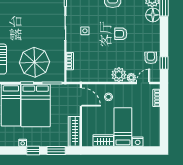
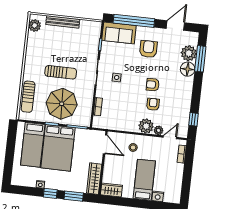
sun lounger: (30, 32) -> (61, 72), added
armchair: (151, 58) -> (153, 104), moved
wardrobe: (103, 140) -> (111, 190), moved

